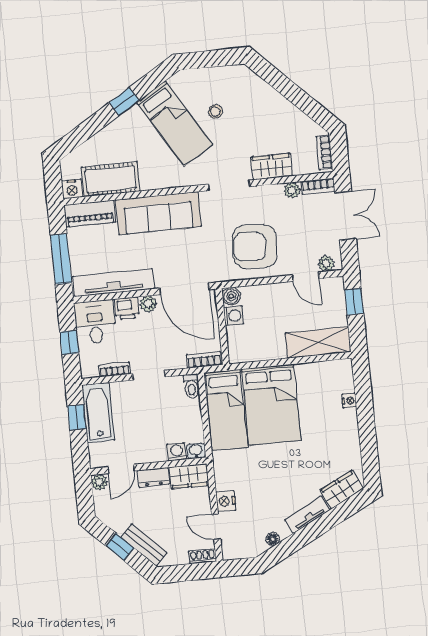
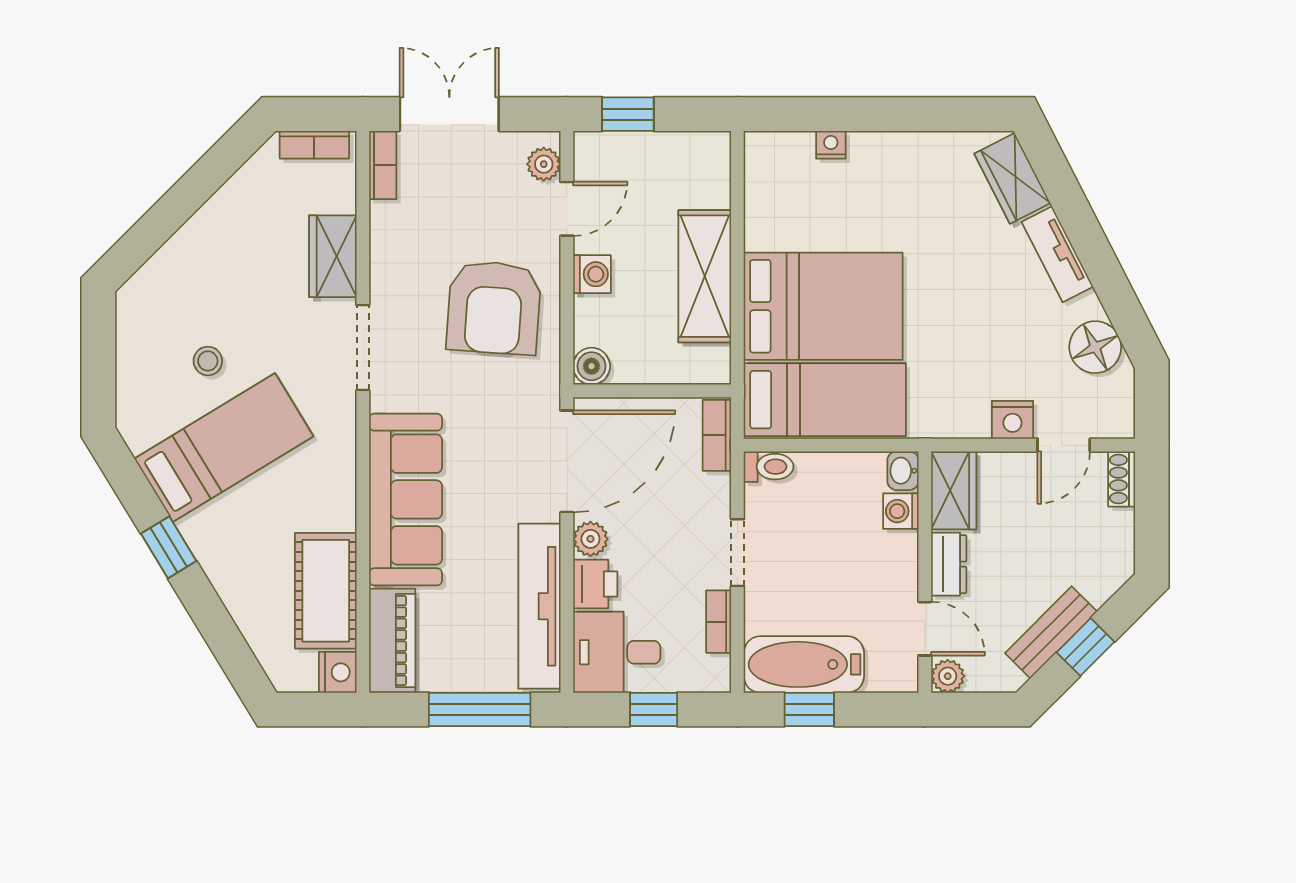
plant: (292, 190) -> (386, 219), removed
washing machine: (233, 316) -> (592, 274), moved, turned 90
shelving: (318, 343) -> (705, 276), moved
floor lamp: (273, 539) -> (1095, 347), width x1.89, depth x1.89
bench: (144, 545) -> (1051, 632), moved

